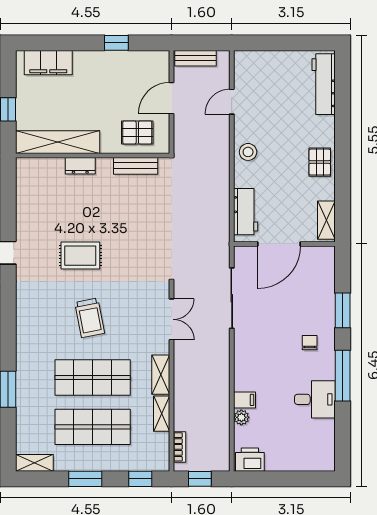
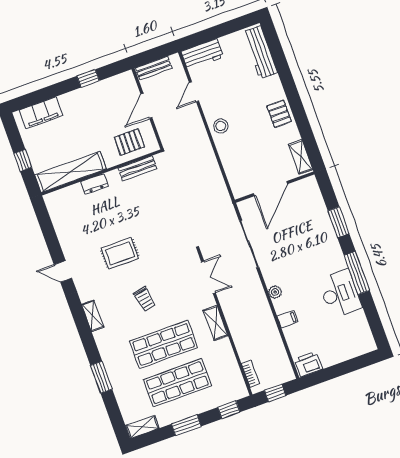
workbench: (246, 212) -> (202, 54), moved, turned 90
trolley: (90, 318) -> (145, 299), width x0.73, depth x0.72
chair: (310, 343) -> (322, 257), removed
desk: (315, 399) -> (340, 294), width x1.37
shelving: (162, 414) -> (93, 316), moved
plant: (241, 417) -> (275, 292), moved

